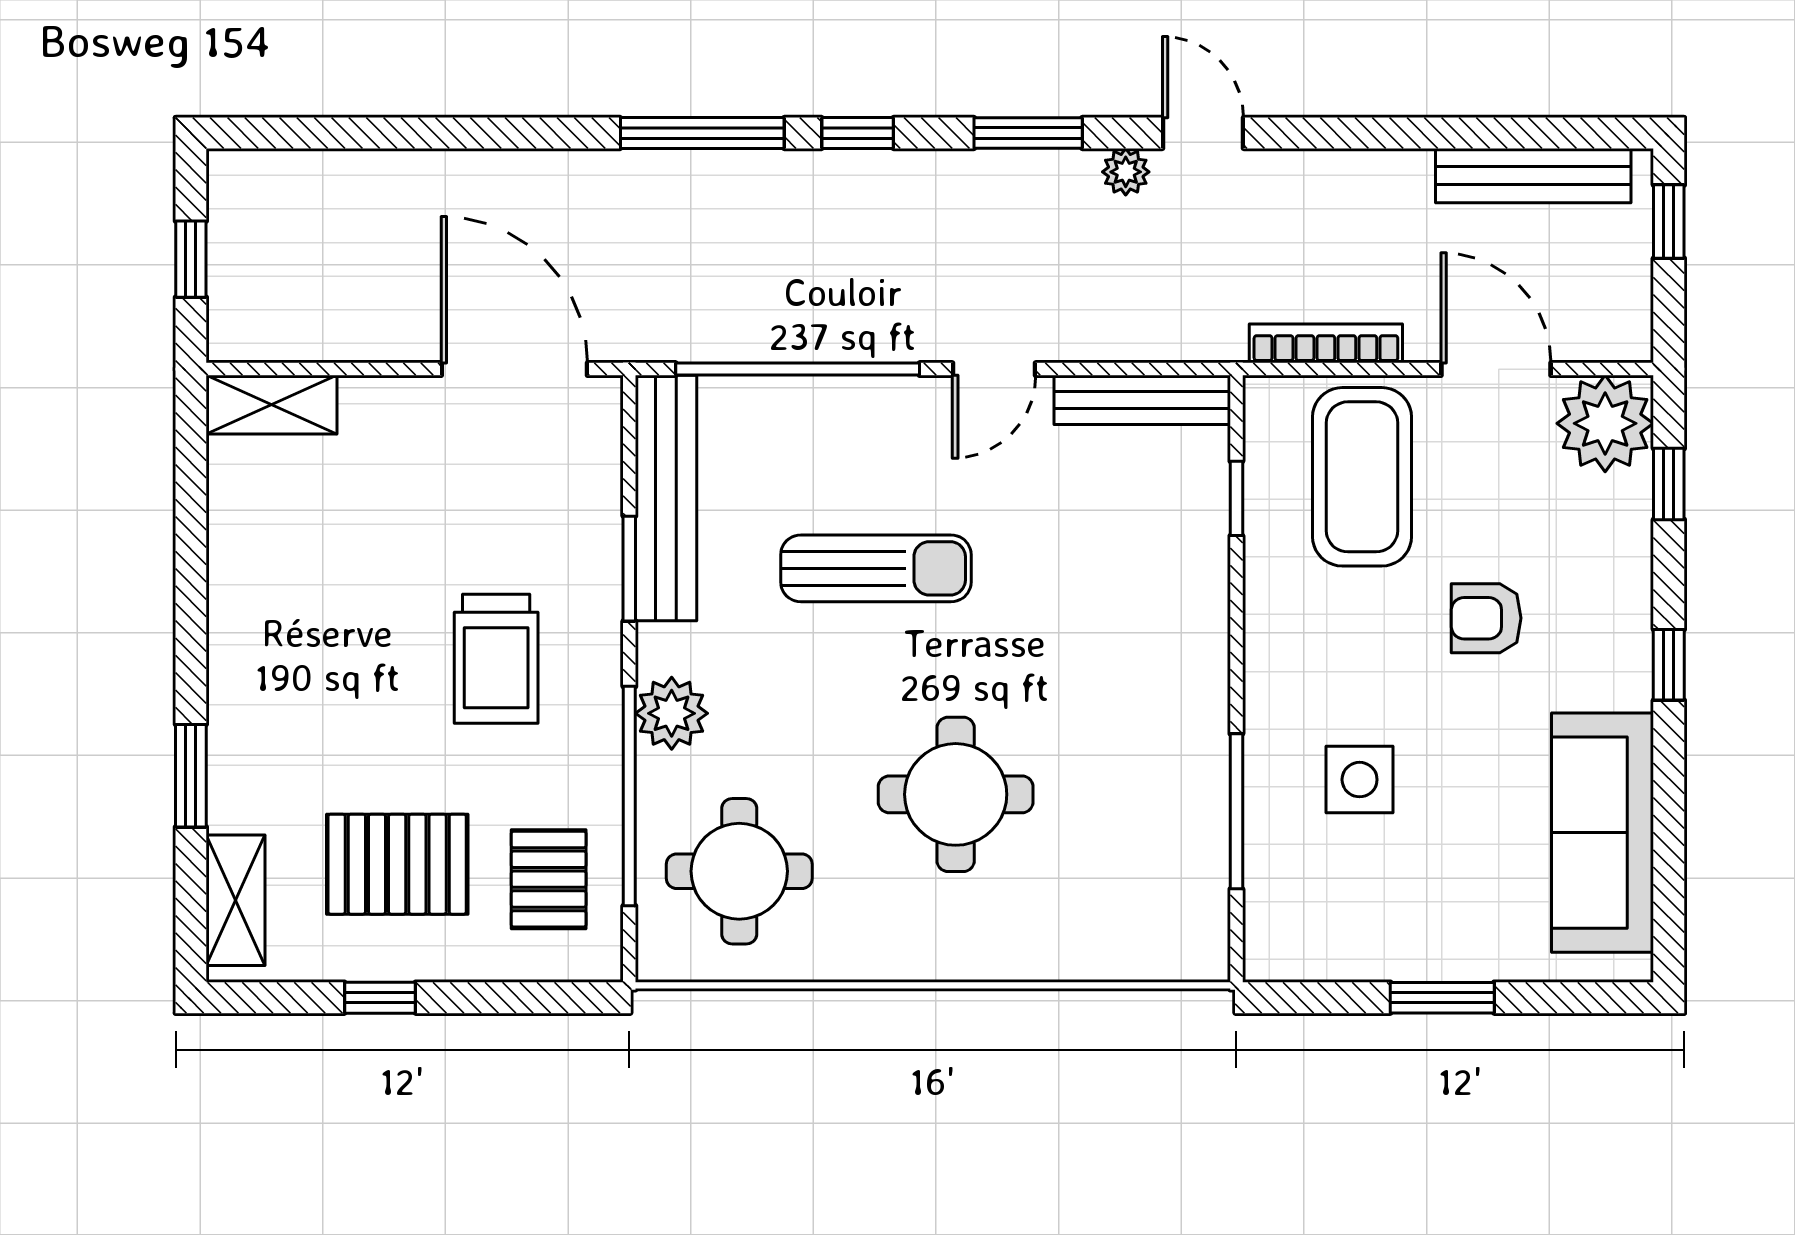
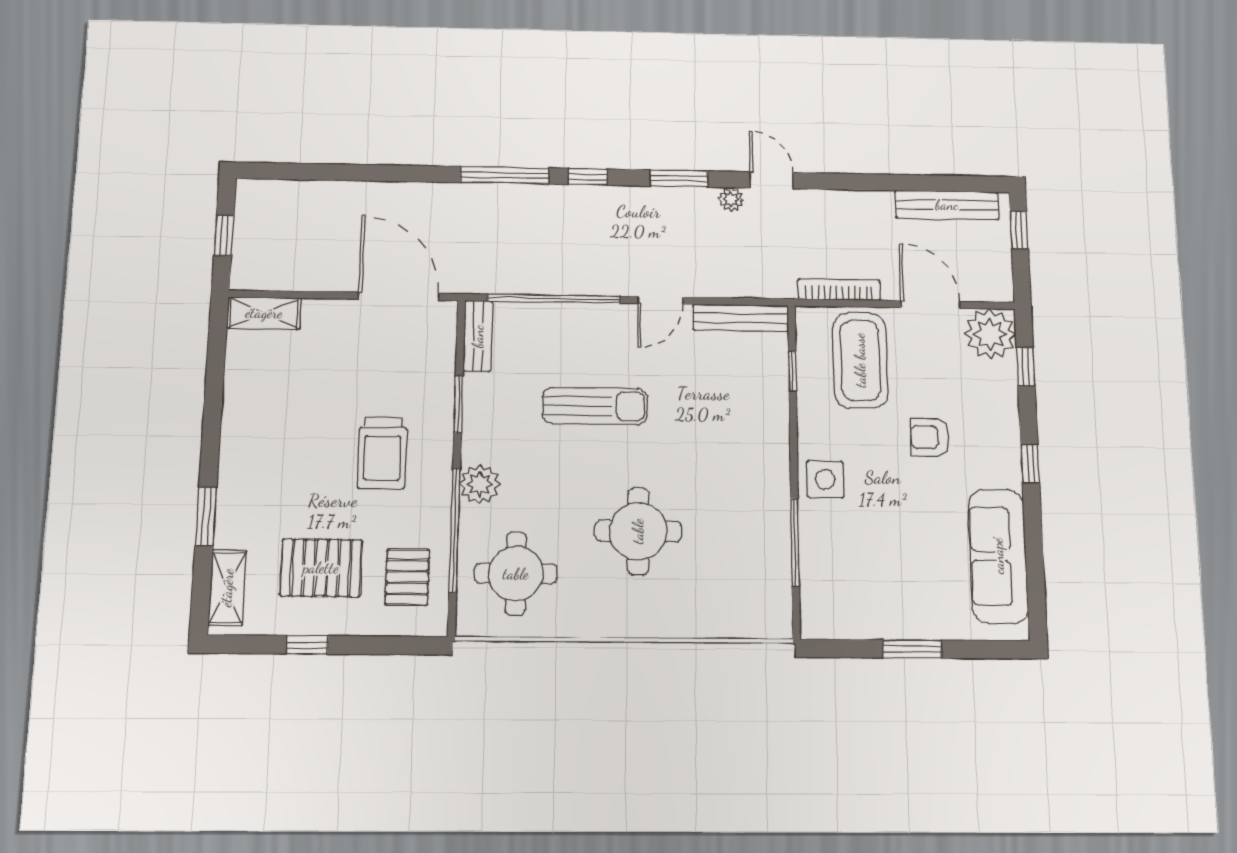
bench: (666, 498) -> (478, 336), width x0.54, depth x0.82
side table: (1360, 780) -> (825, 479), moved

